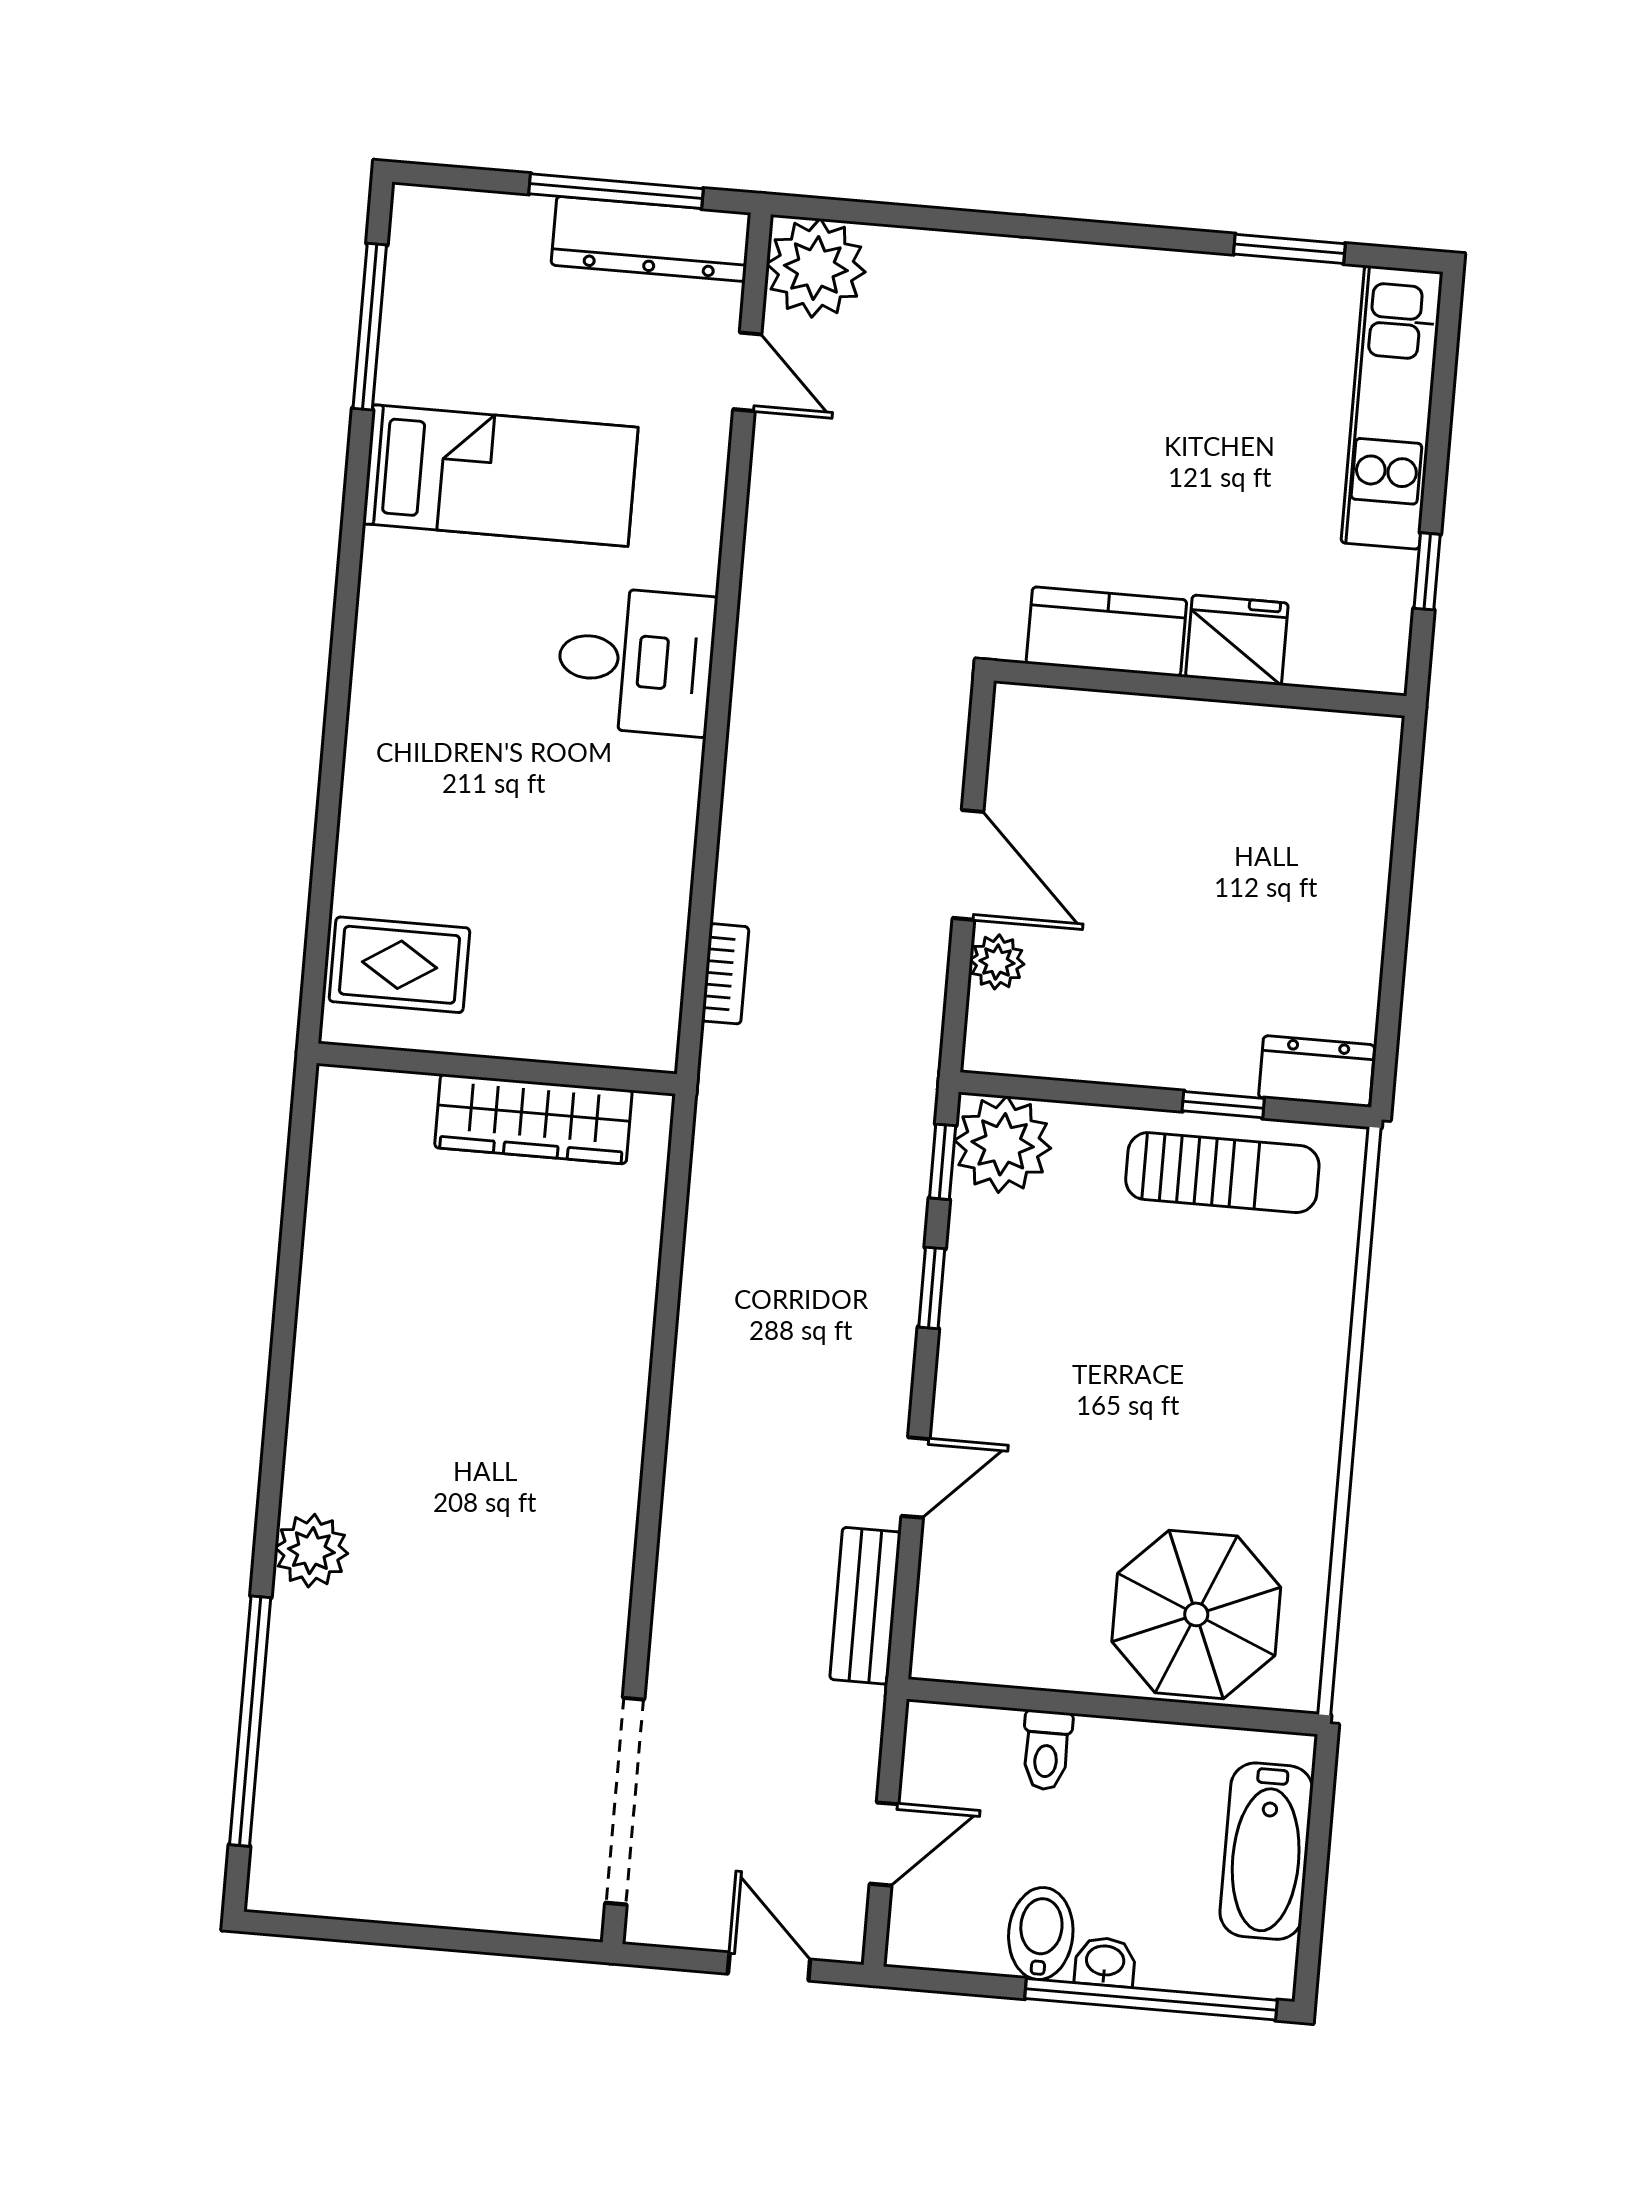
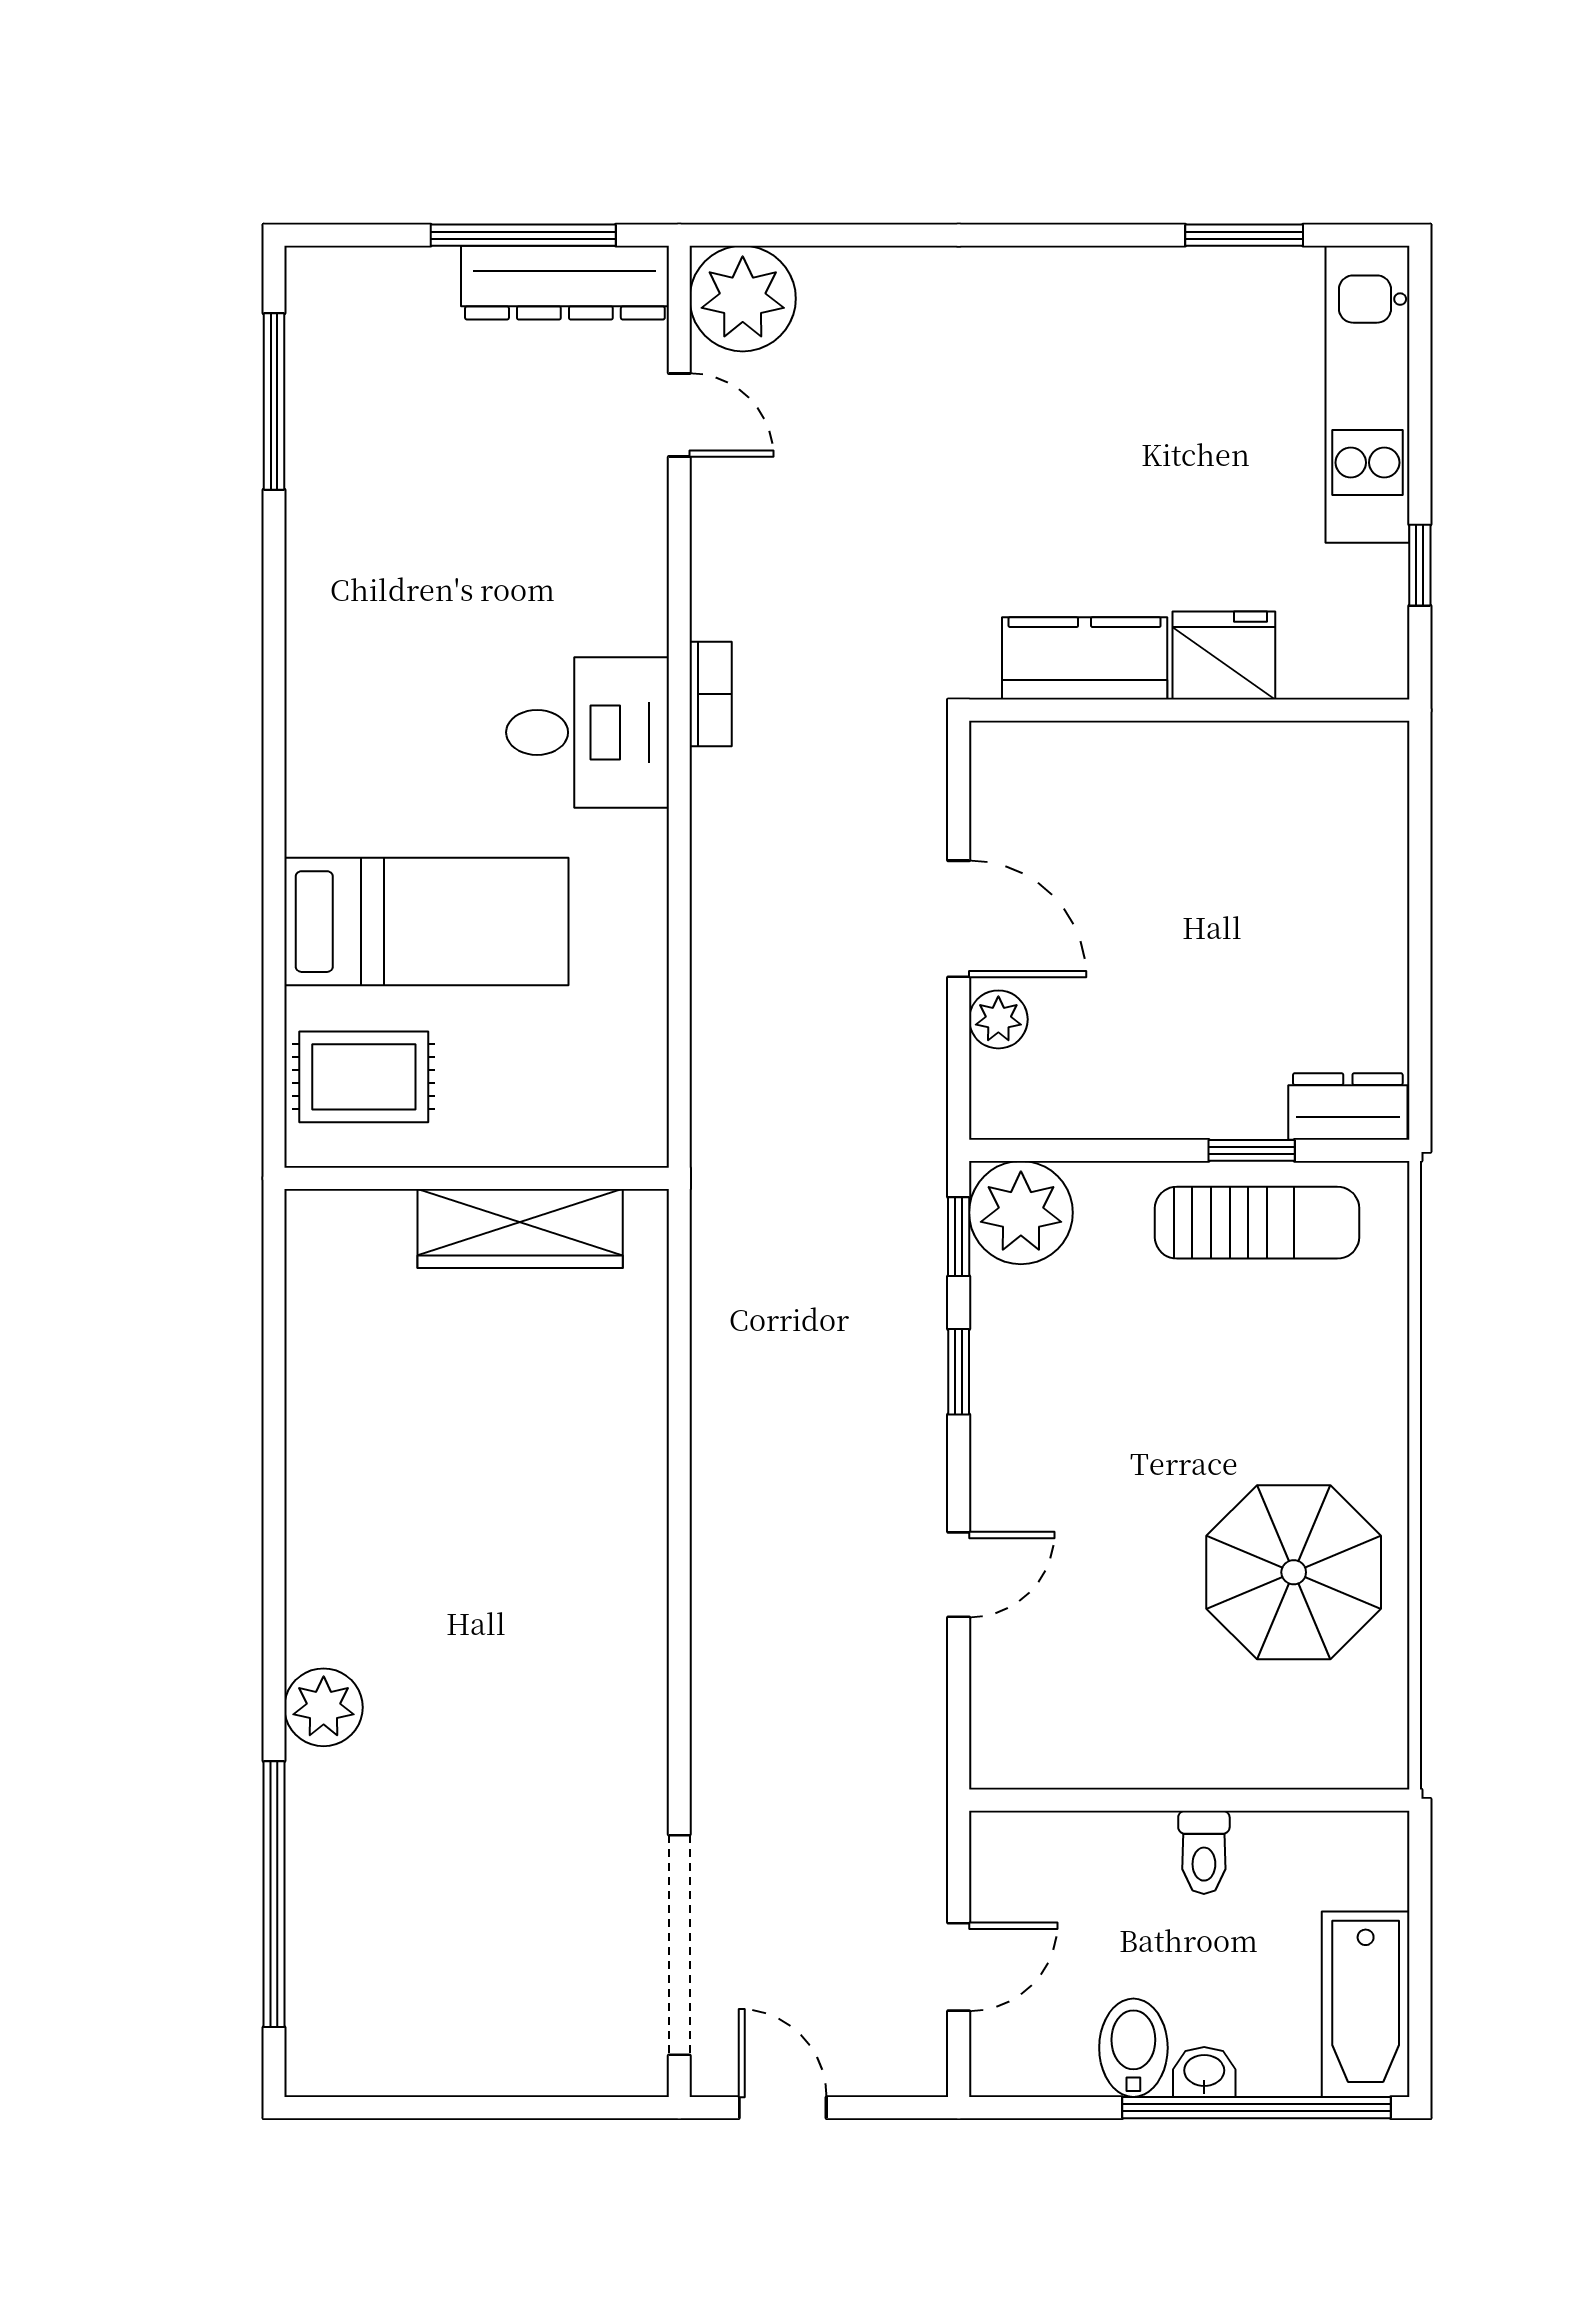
bed: (500, 476) -> (426, 922), moved
bookcase: (725, 974) -> (711, 694), moved
bench: (865, 1606) -> (917, 1715), removed
parasol: (1196, 1614) -> (1294, 1572), moved
toilet: (1046, 1750) -> (1204, 1852), moved
bathtub: (1266, 1851) -> (1366, 2004), moved
door: (769, 1967) -> (783, 2108), moved

